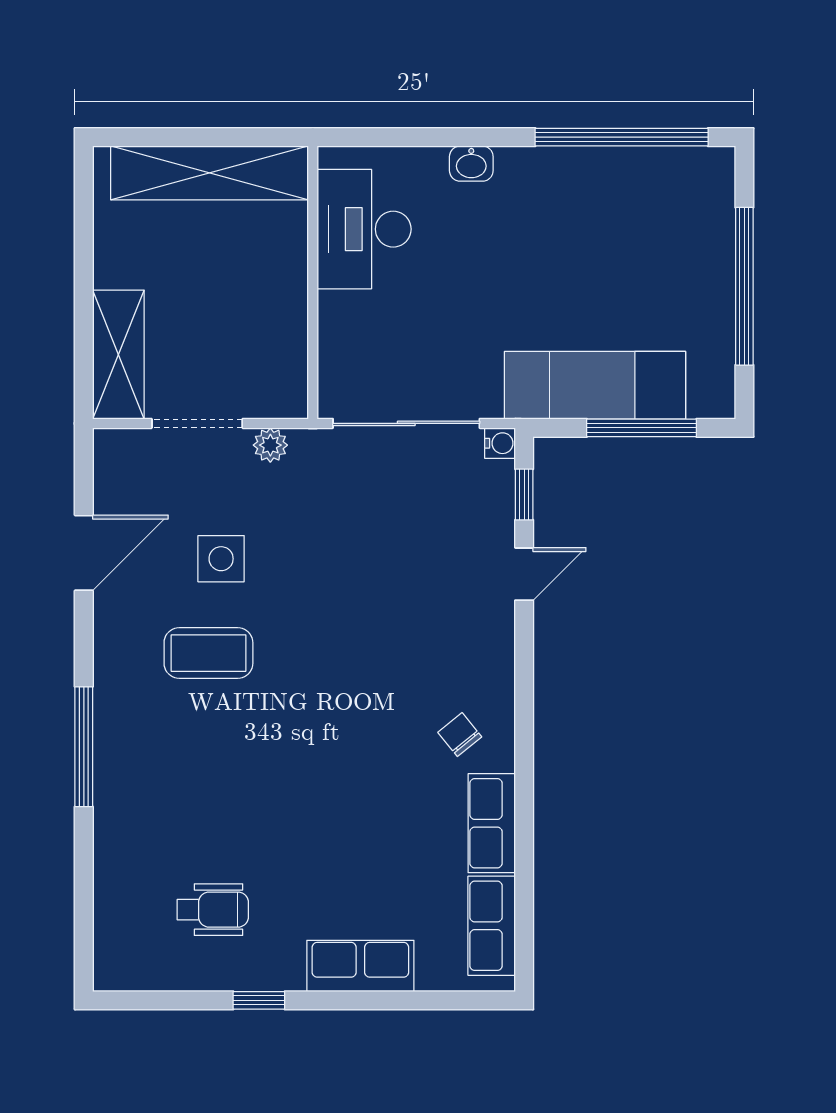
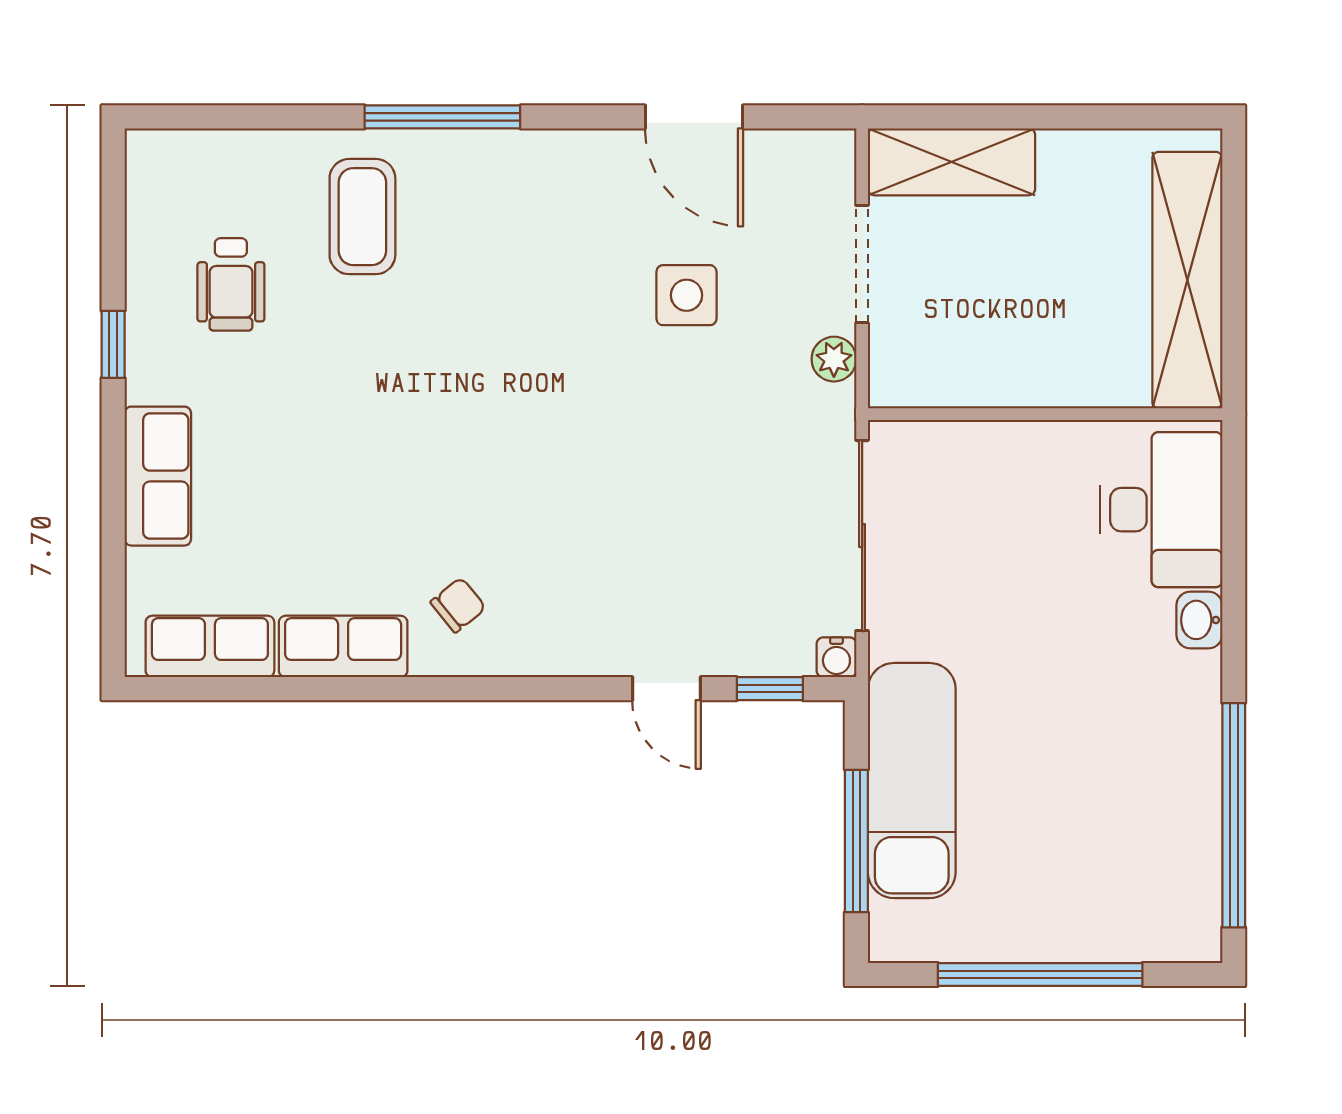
desk: (364, 229) -> (1161, 510), moved, turned 90
coffee table: (208, 653) -> (362, 217), moved

